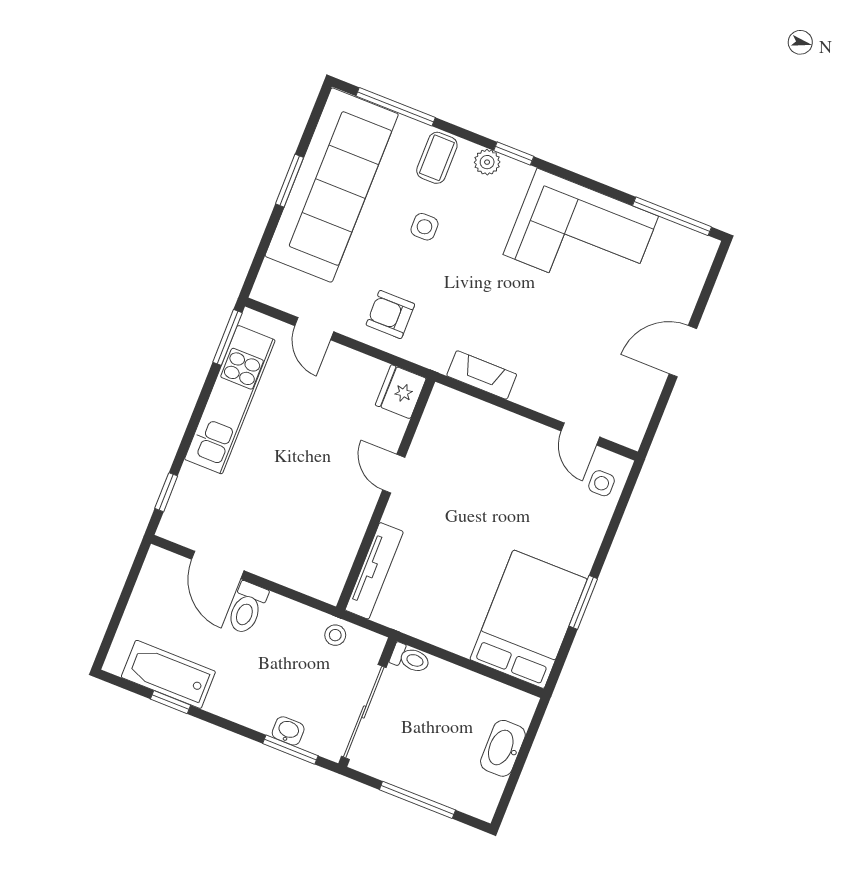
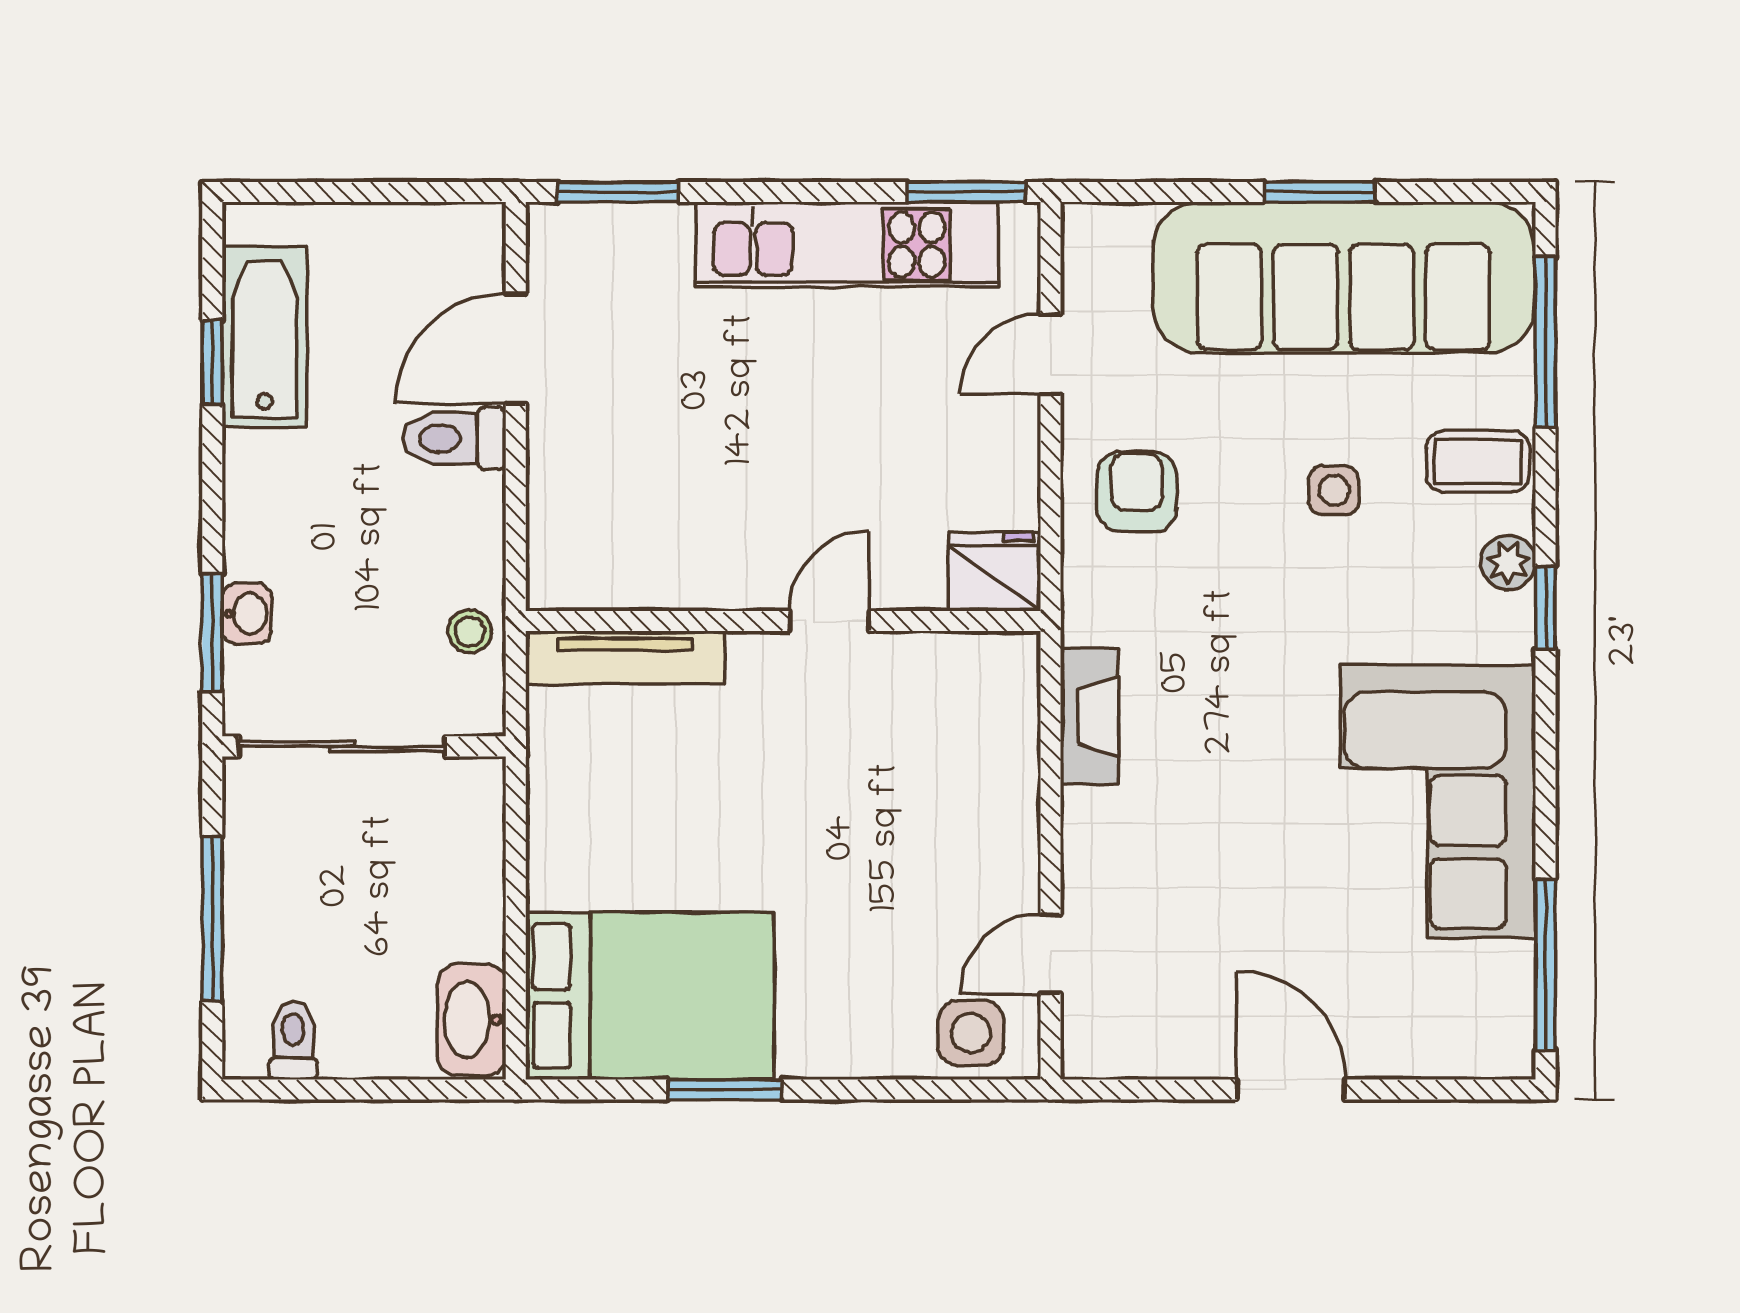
side table: (602, 483) -> (971, 1033), width x1.37, depth x1.37
window: (166, 492) -> (618, 192), width x1.50
toilet: (410, 659) -> (293, 1041), moved, turned 180
washbasin: (503, 748) -> (472, 1020), moved, turned -90

